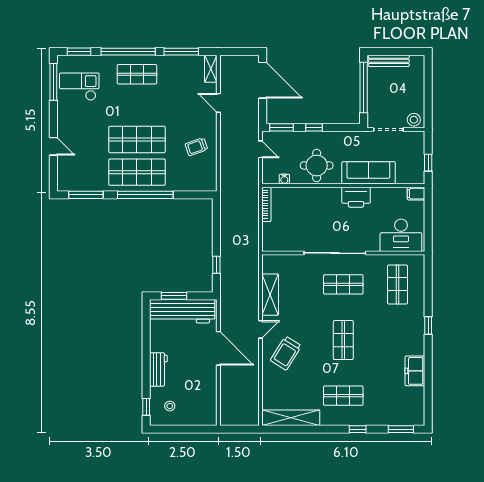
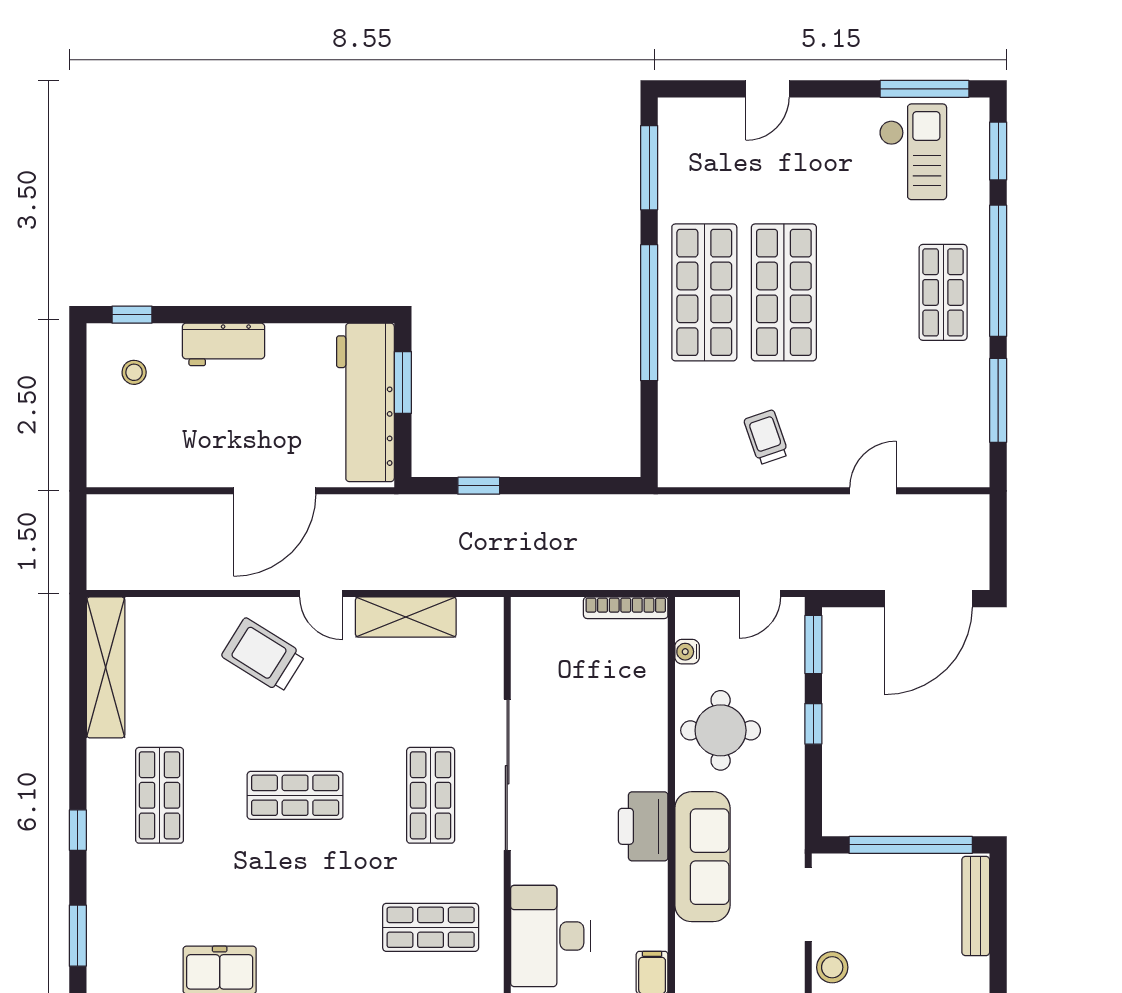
shelving: (211, 69) -> (956, 472), removed

